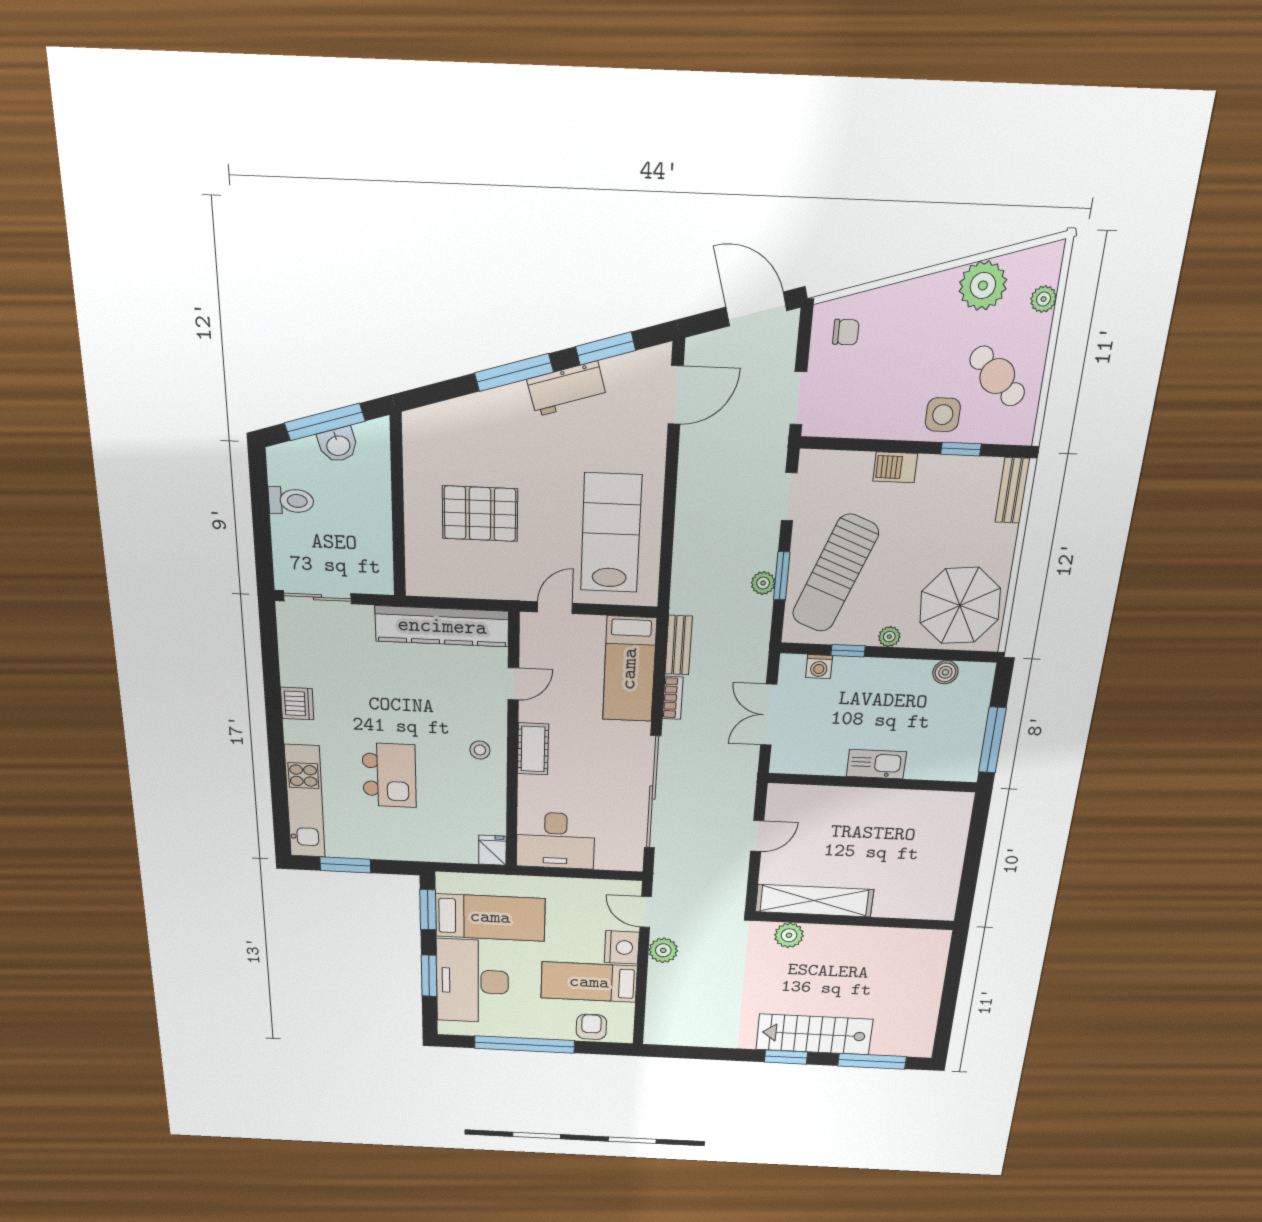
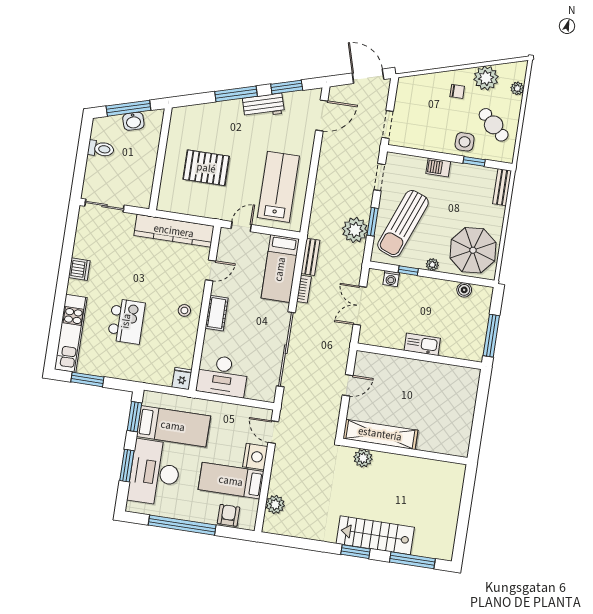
chair: (846, 332) -> (457, 91), moved
plant: (763, 583) -> (355, 230), width x1.88, depth x1.88
plant: (663, 950) -> (275, 505), moved

